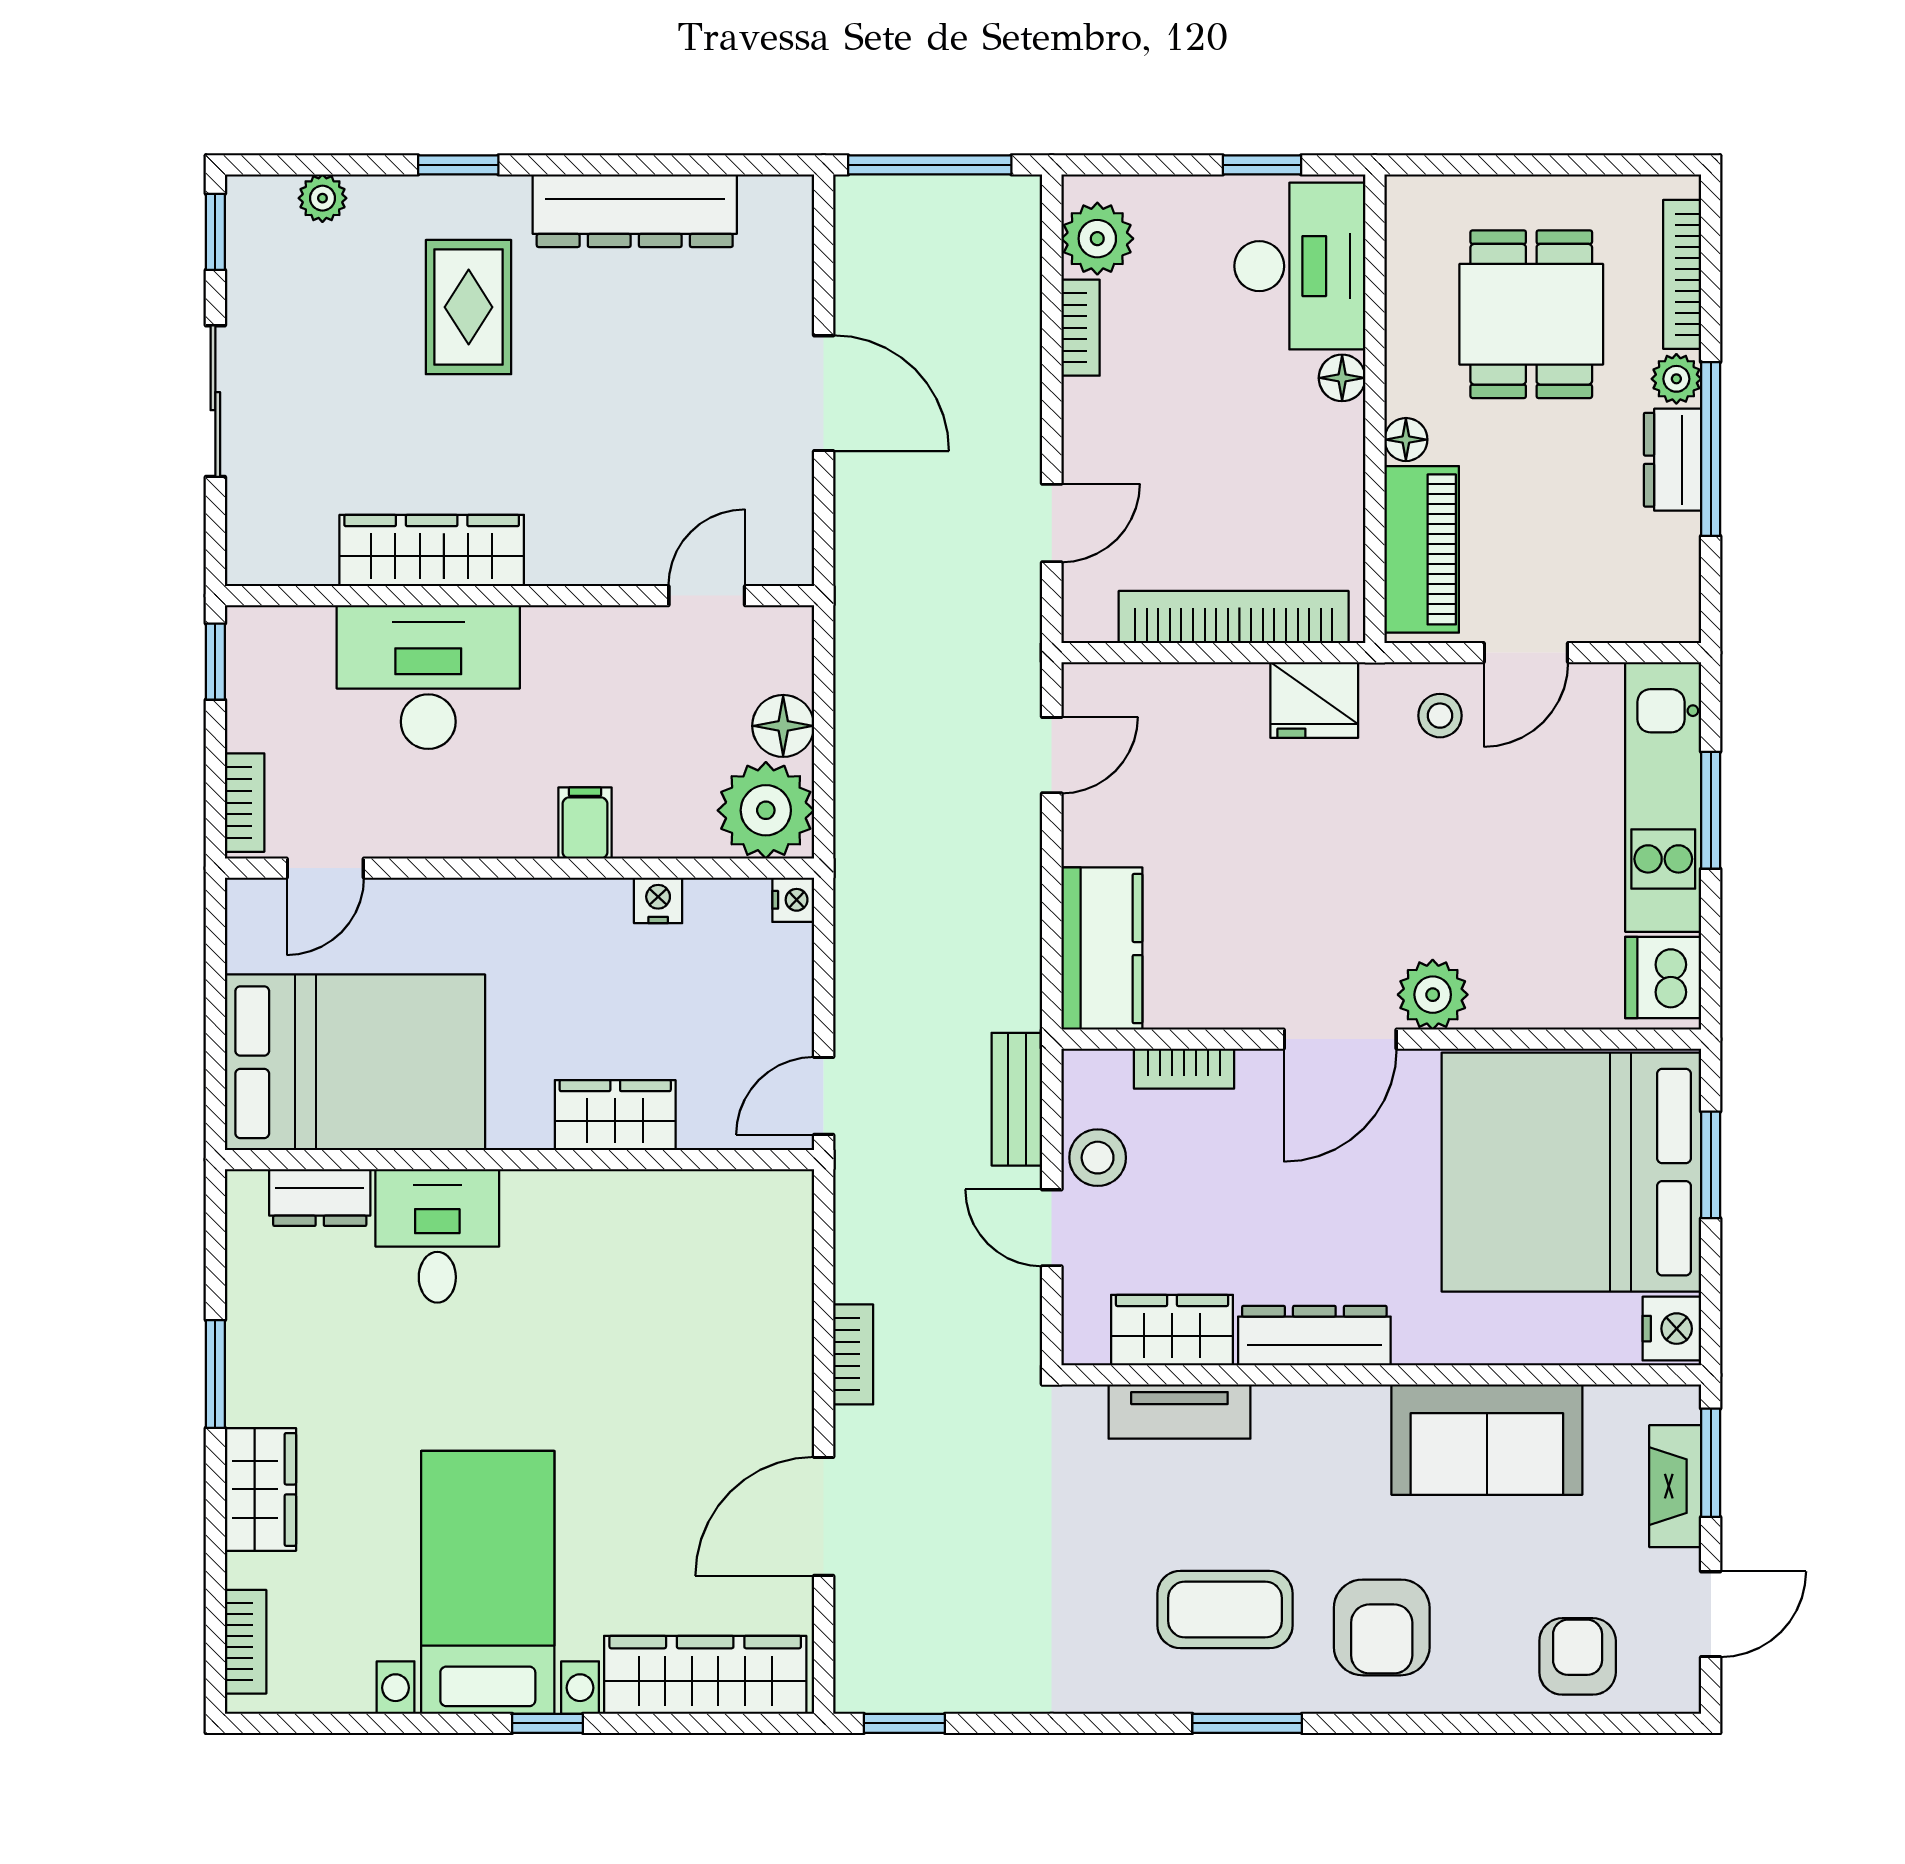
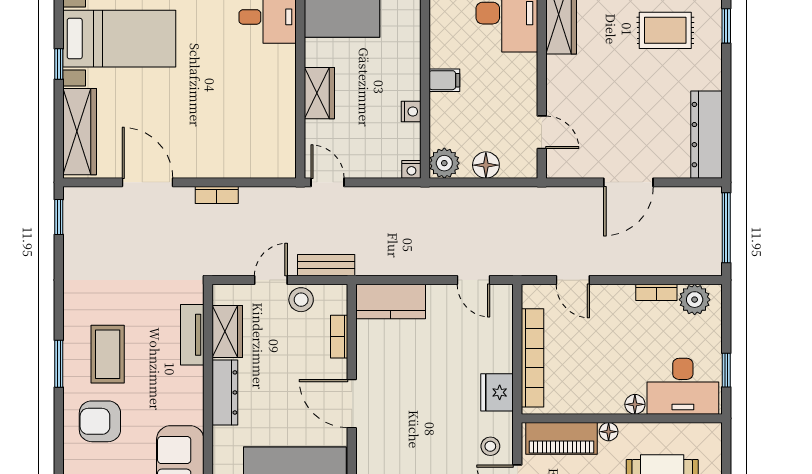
dresser: (635, 211) -> (707, 135), moved
plant: (766, 810) -> (444, 163), width x0.73, depth x0.73
plant: (1433, 995) -> (371, 443), removed

